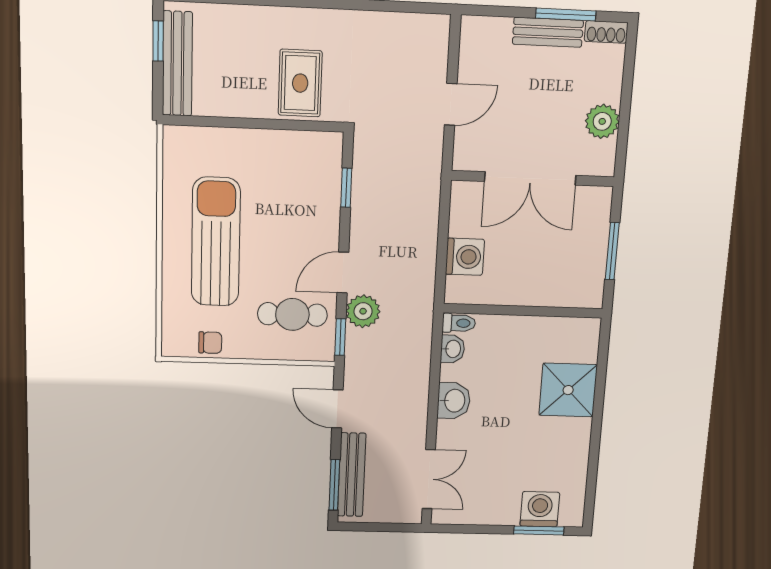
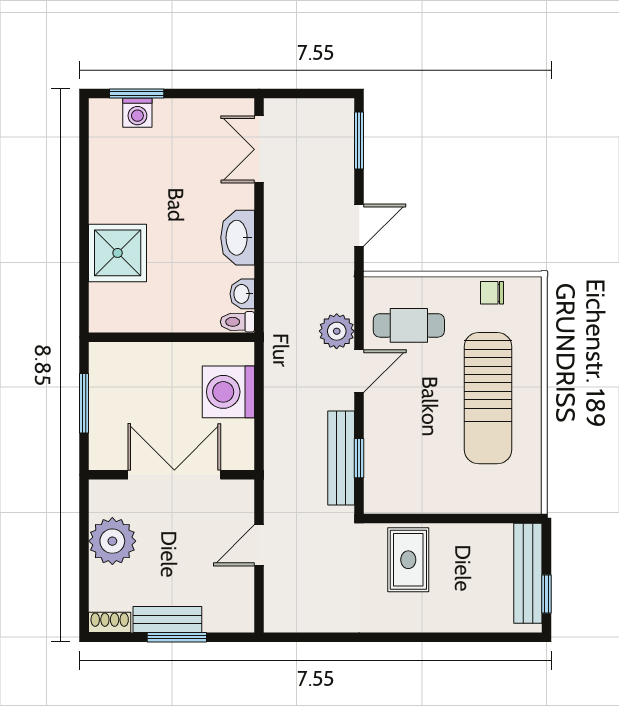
window: (566, 14) -> (177, 637), moved
plant: (602, 121) -> (112, 541), width x1.36, depth x1.36
washing machine: (465, 257) -> (228, 392), width x1.37, depth x1.37
window: (340, 337) -> (359, 303), removed
washbasin: (454, 401) -> (238, 238), width x1.38
door: (337, 409) -> (359, 225), hinge flipped
bench: (352, 475) -> (341, 458), moved
washing machine: (540, 509) -> (137, 113), width x0.73, depth x0.73

